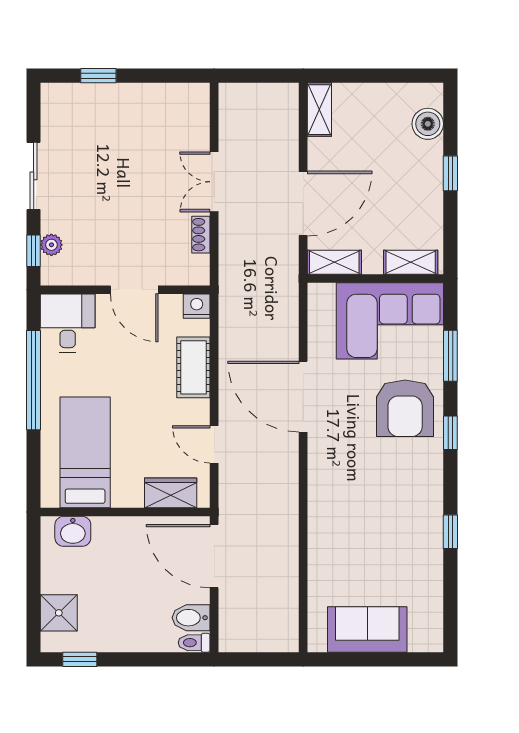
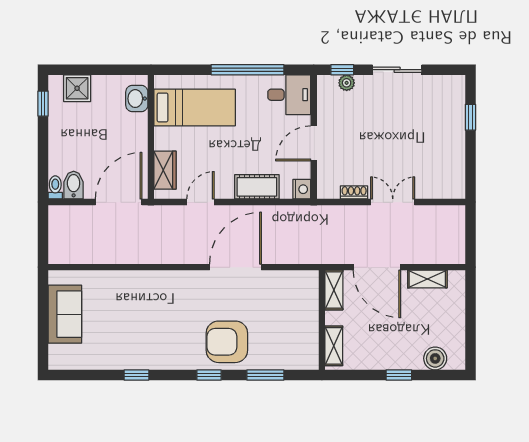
shelving: (319, 110) -> (427, 279), moved
corner sofa: (390, 321) -> (291, 331), removed

